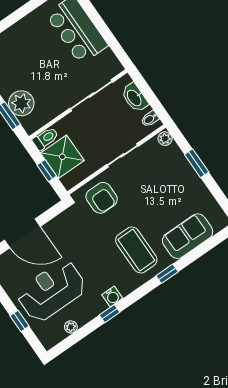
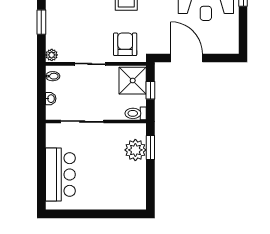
washbasin: (135, 98) -> (51, 99), width x0.52, depth x0.69
shower: (62, 157) -> (133, 81), moved
door: (22, 233) -> (187, 58), moved

